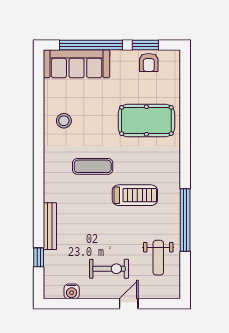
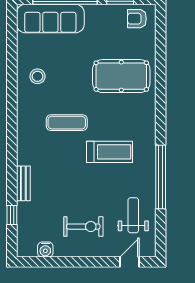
armchair: (149, 62) -> (137, 19), moved, turned 90
bench: (50, 226) -> (23, 183), width x0.73
weight bench: (158, 258) -> (133, 215), turned 180
door: (129, 304) -> (129, 262), moved

